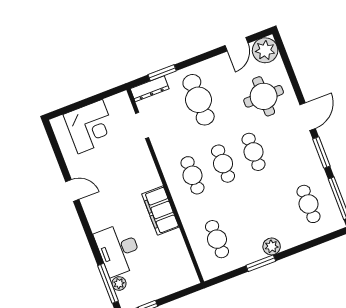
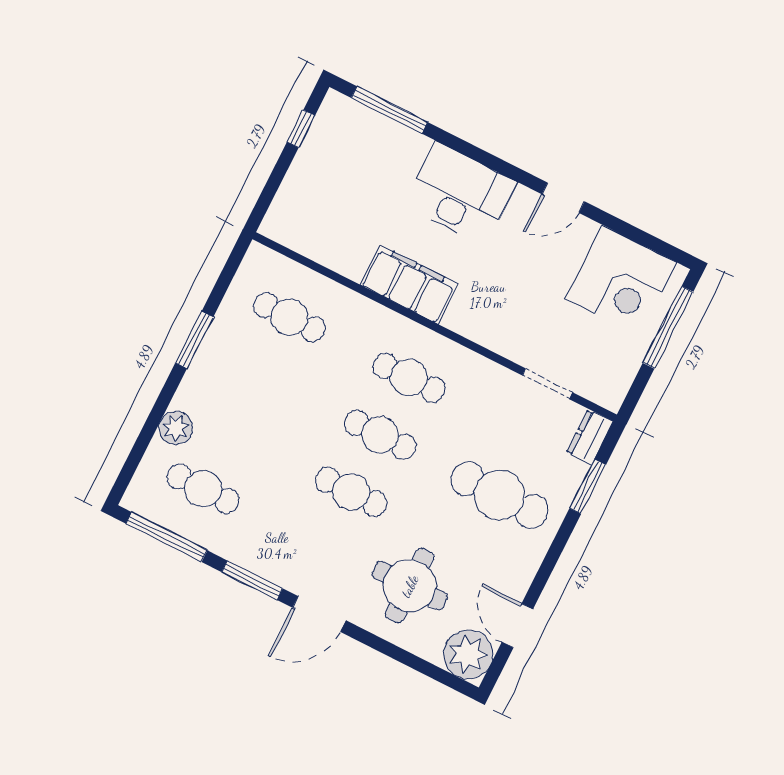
dresser: (150, 89) -> (590, 437), width x0.70
window: (77, 105) -> (668, 327), added
door: (308, 117) -> (319, 614), hinge flipped
corner desk: (90, 127) -> (621, 281), moved, turned -90
plant: (272, 246) -> (176, 428), moved
desk: (118, 250) -> (460, 194), moved
plant: (119, 284) -> (373, 124), removed

